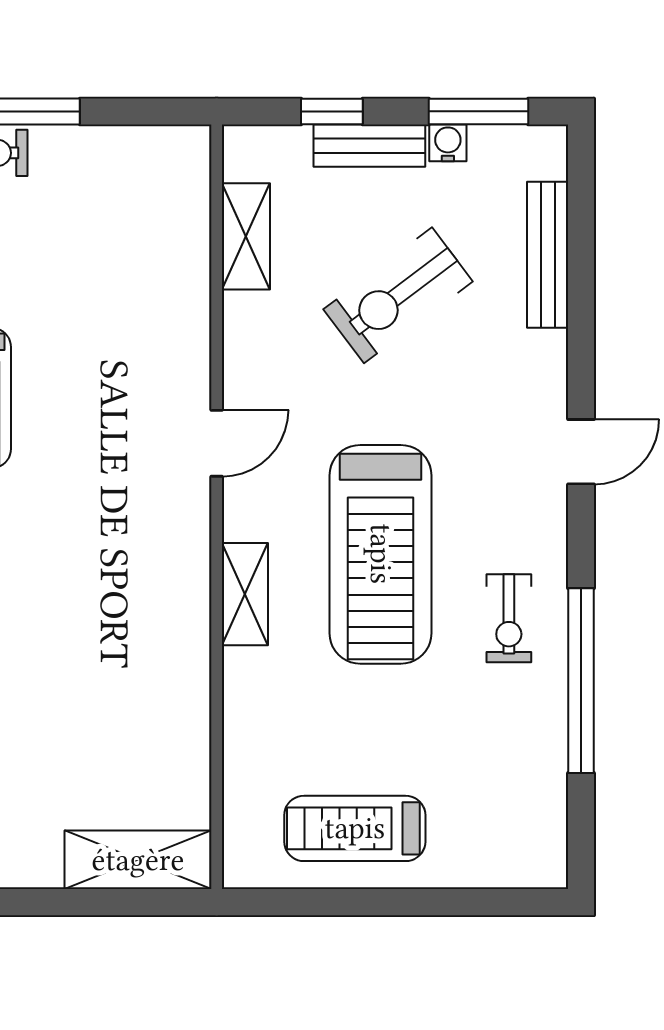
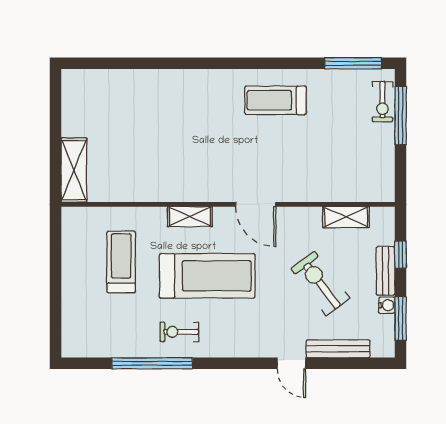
door: (217, 443) -> (256, 204), width x1.38
door: (581, 452) -> (291, 363), moved
treadmill: (381, 554) -> (207, 276), turned 180
treadmill: (355, 828) -> (121, 262), moved

